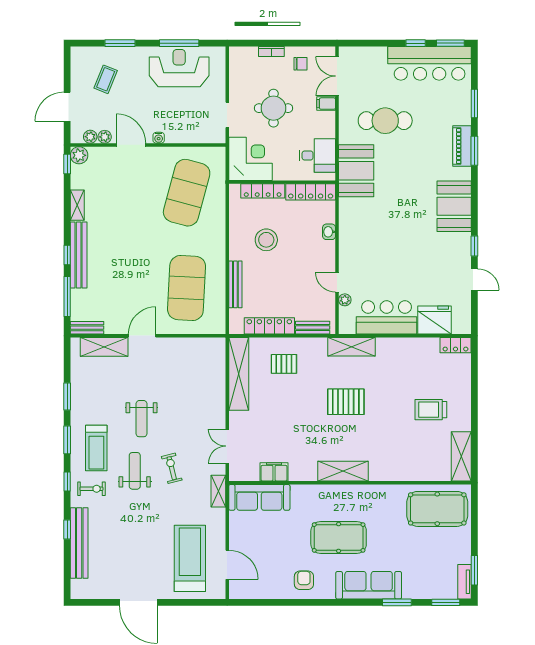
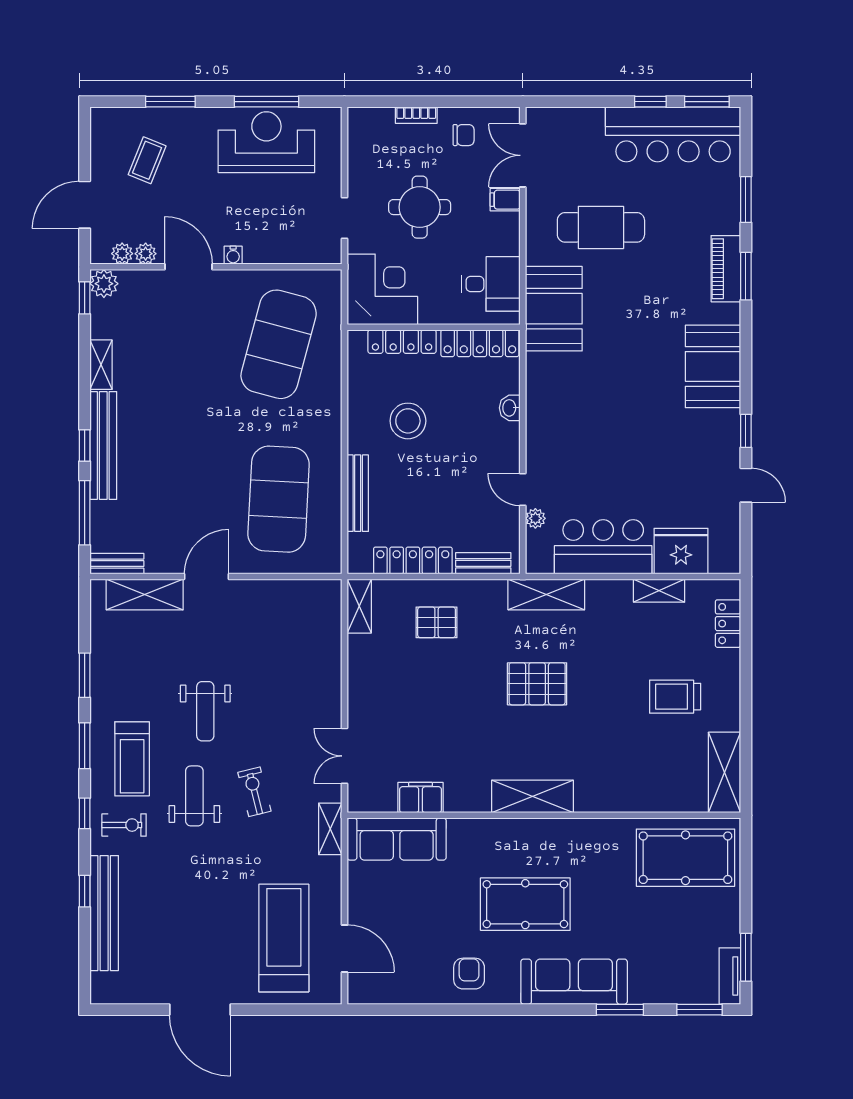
shelving: (421, 344) -> (659, 591), added
locker: (455, 345) -> (728, 624), moved, turned 90
shelving: (239, 374) -> (359, 606), width x0.45, depth x0.75

